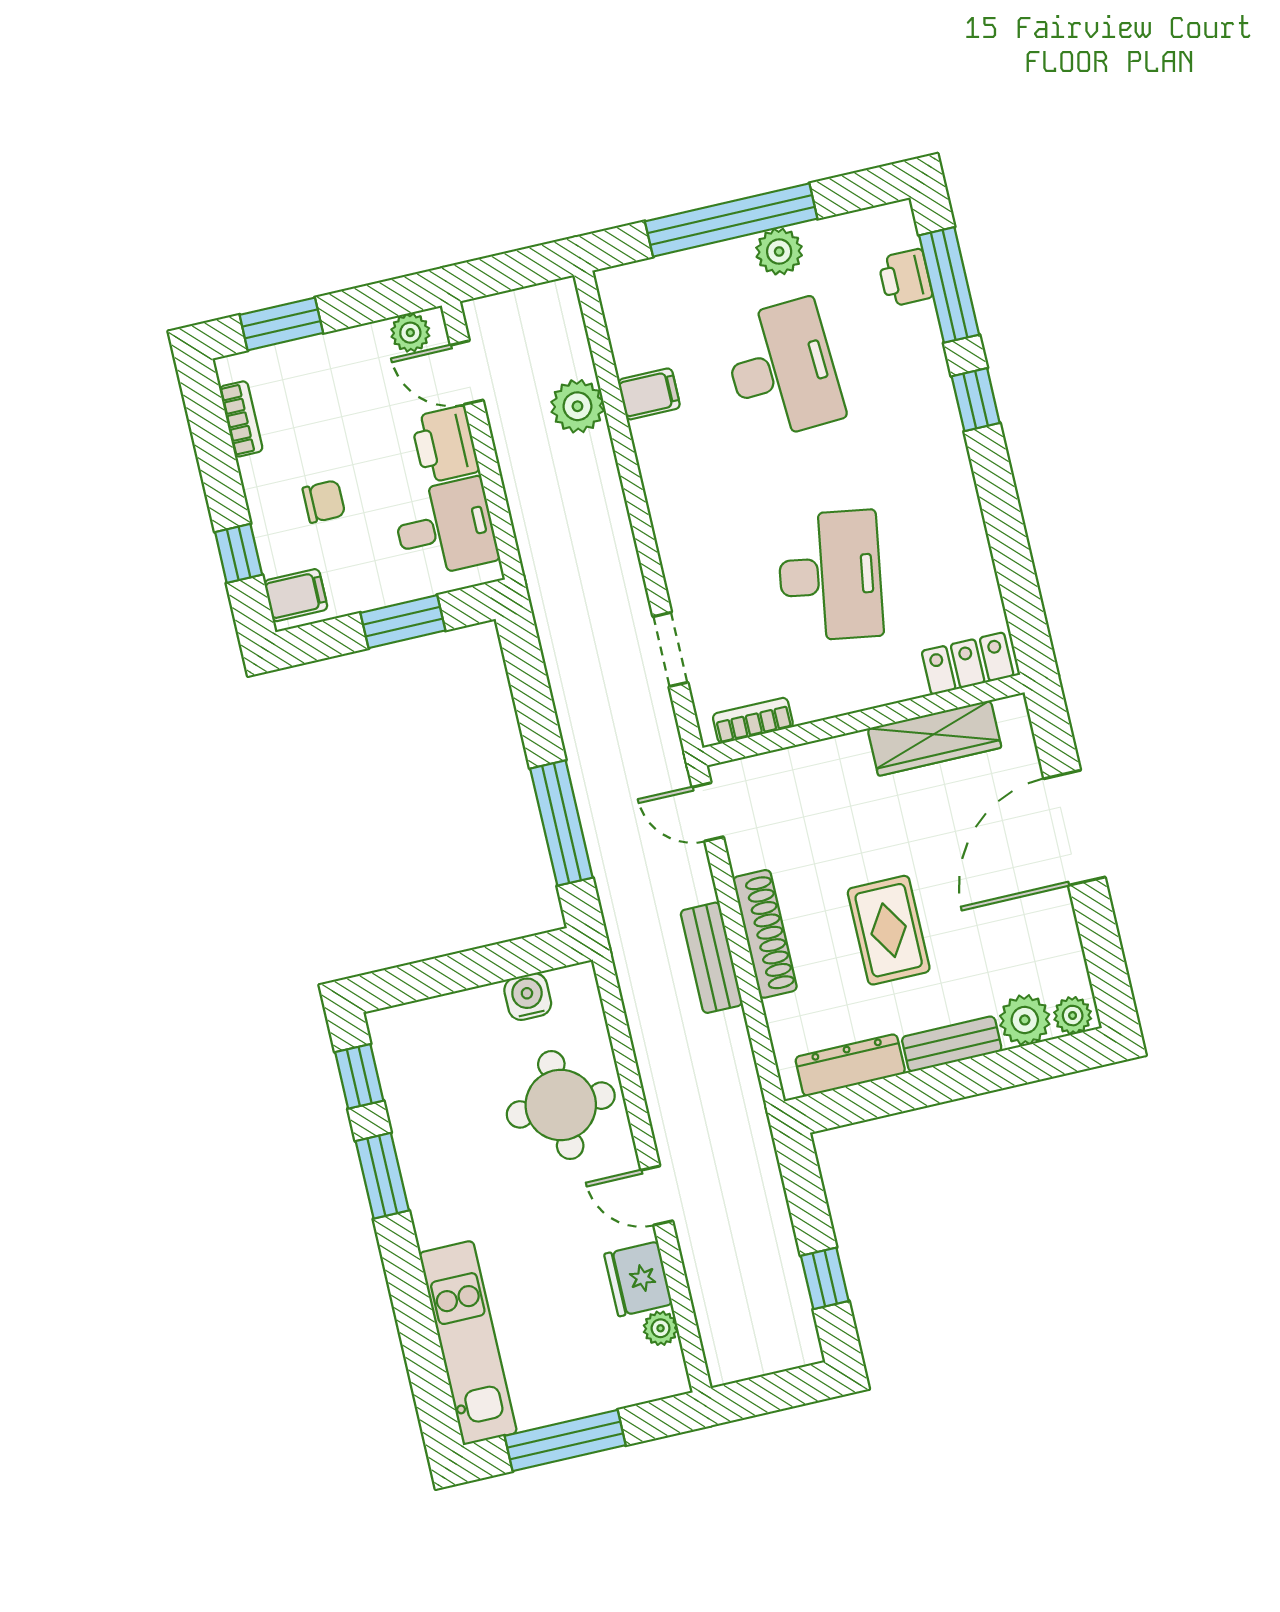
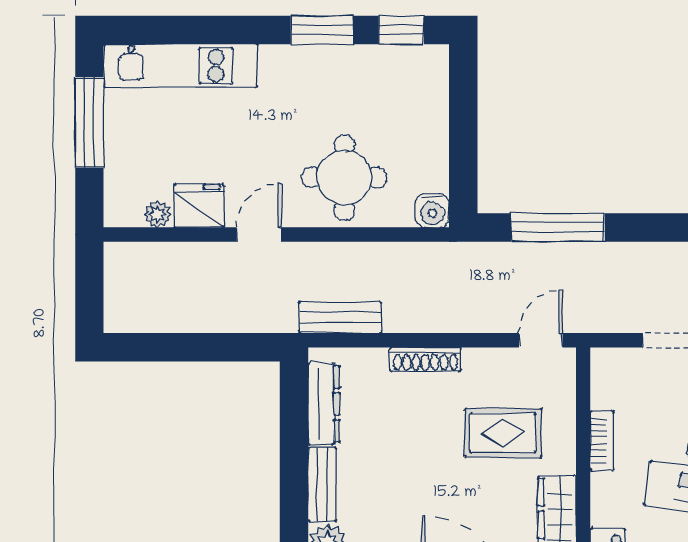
bookcase: (753, 720) -> (602, 441), moved
rug: (889, 930) -> (503, 433), moved
shoe rack: (765, 934) -> (425, 359), width x0.74, depth x0.81
bench: (711, 958) -> (340, 318), moved
water cooler: (528, 997) -> (432, 211), moved, turned 90
window: (825, 1278) -> (167, 347), removed

